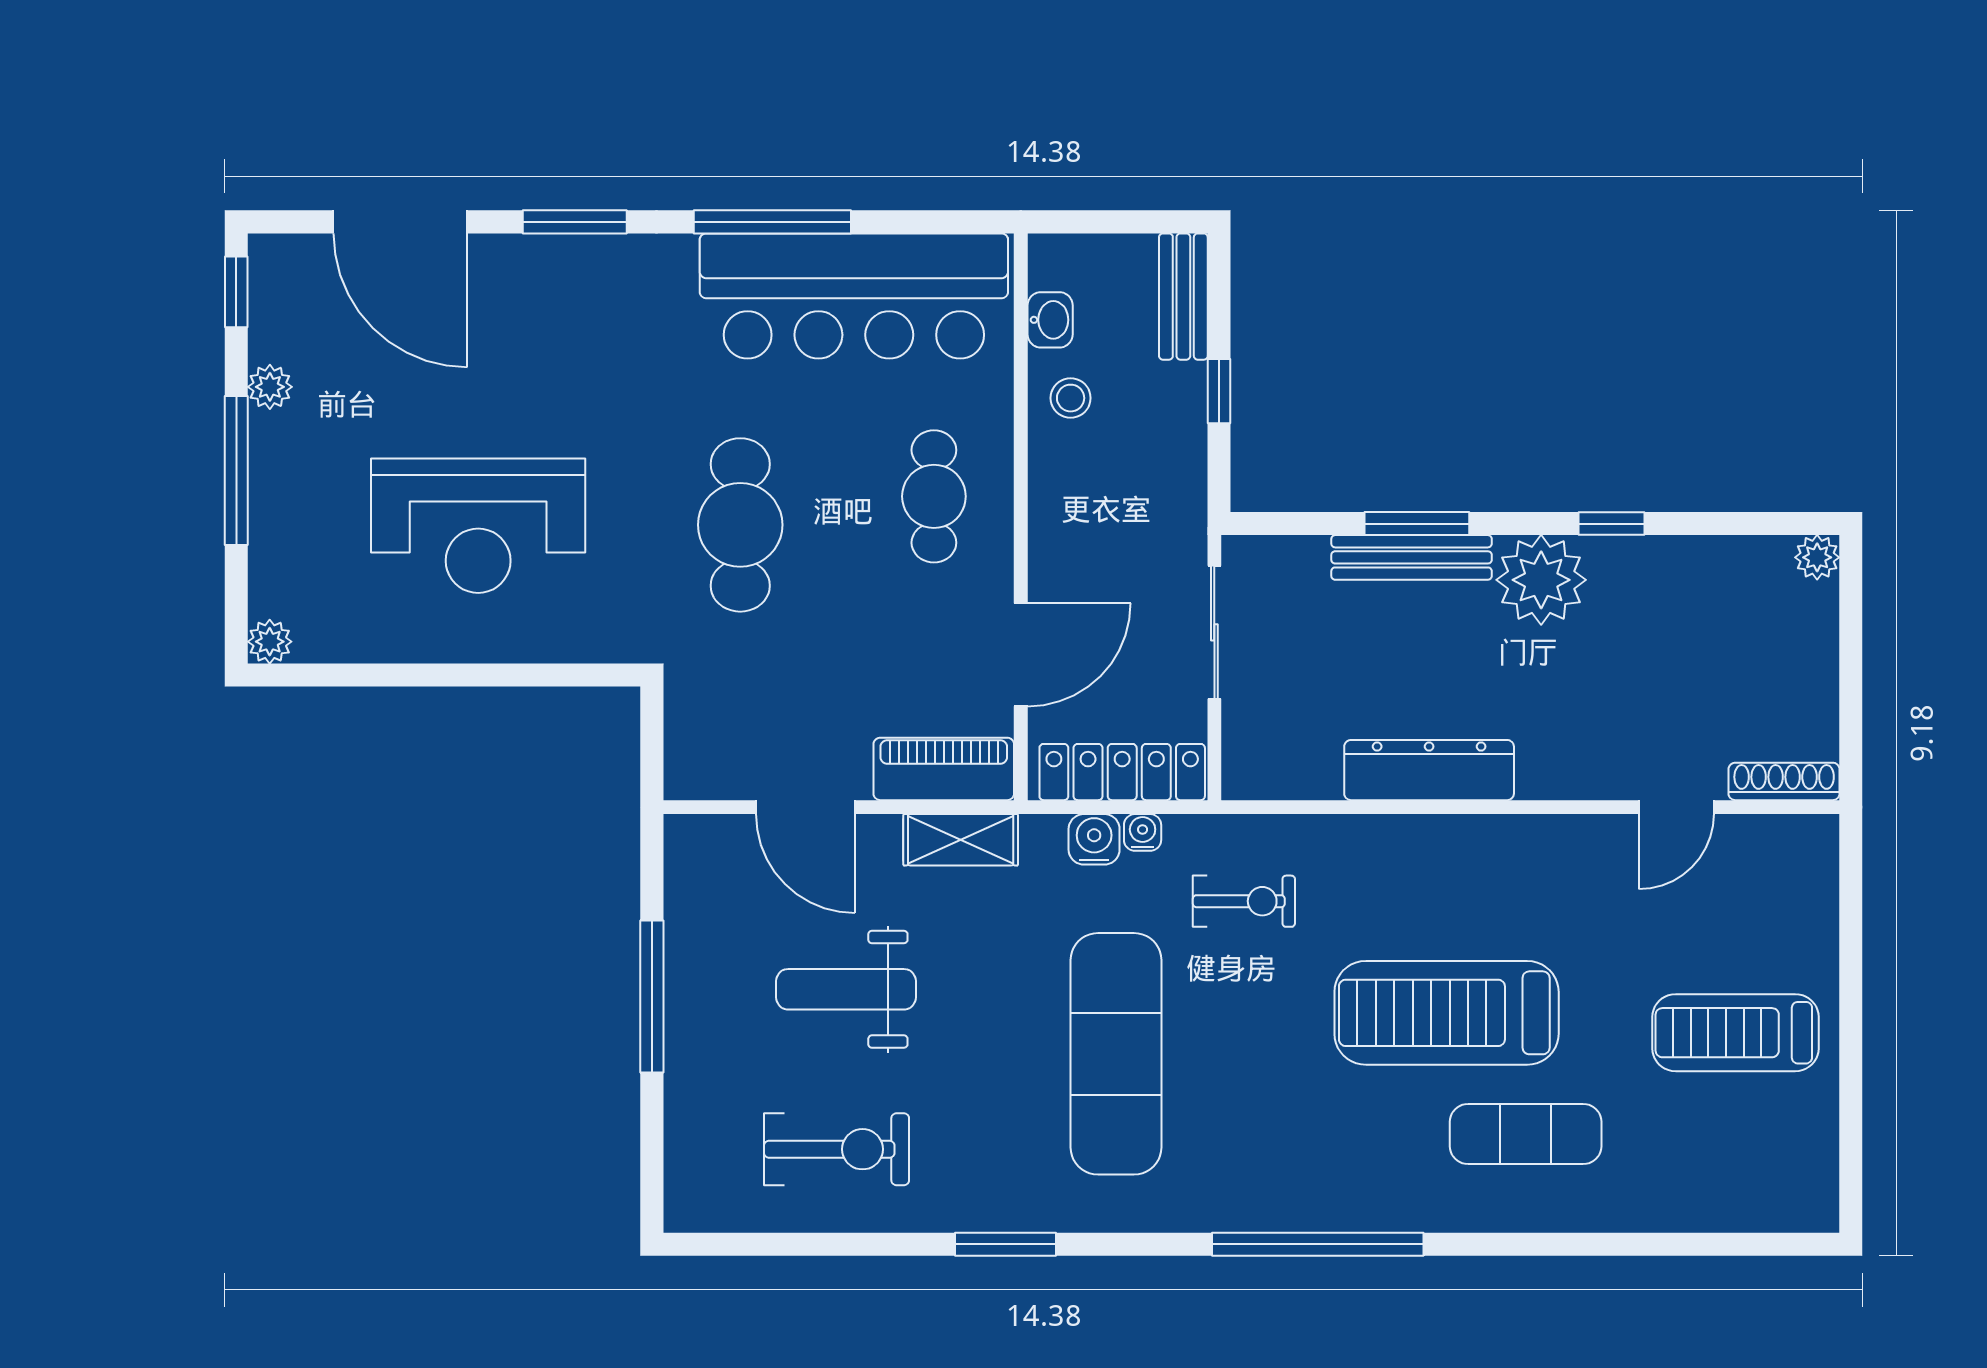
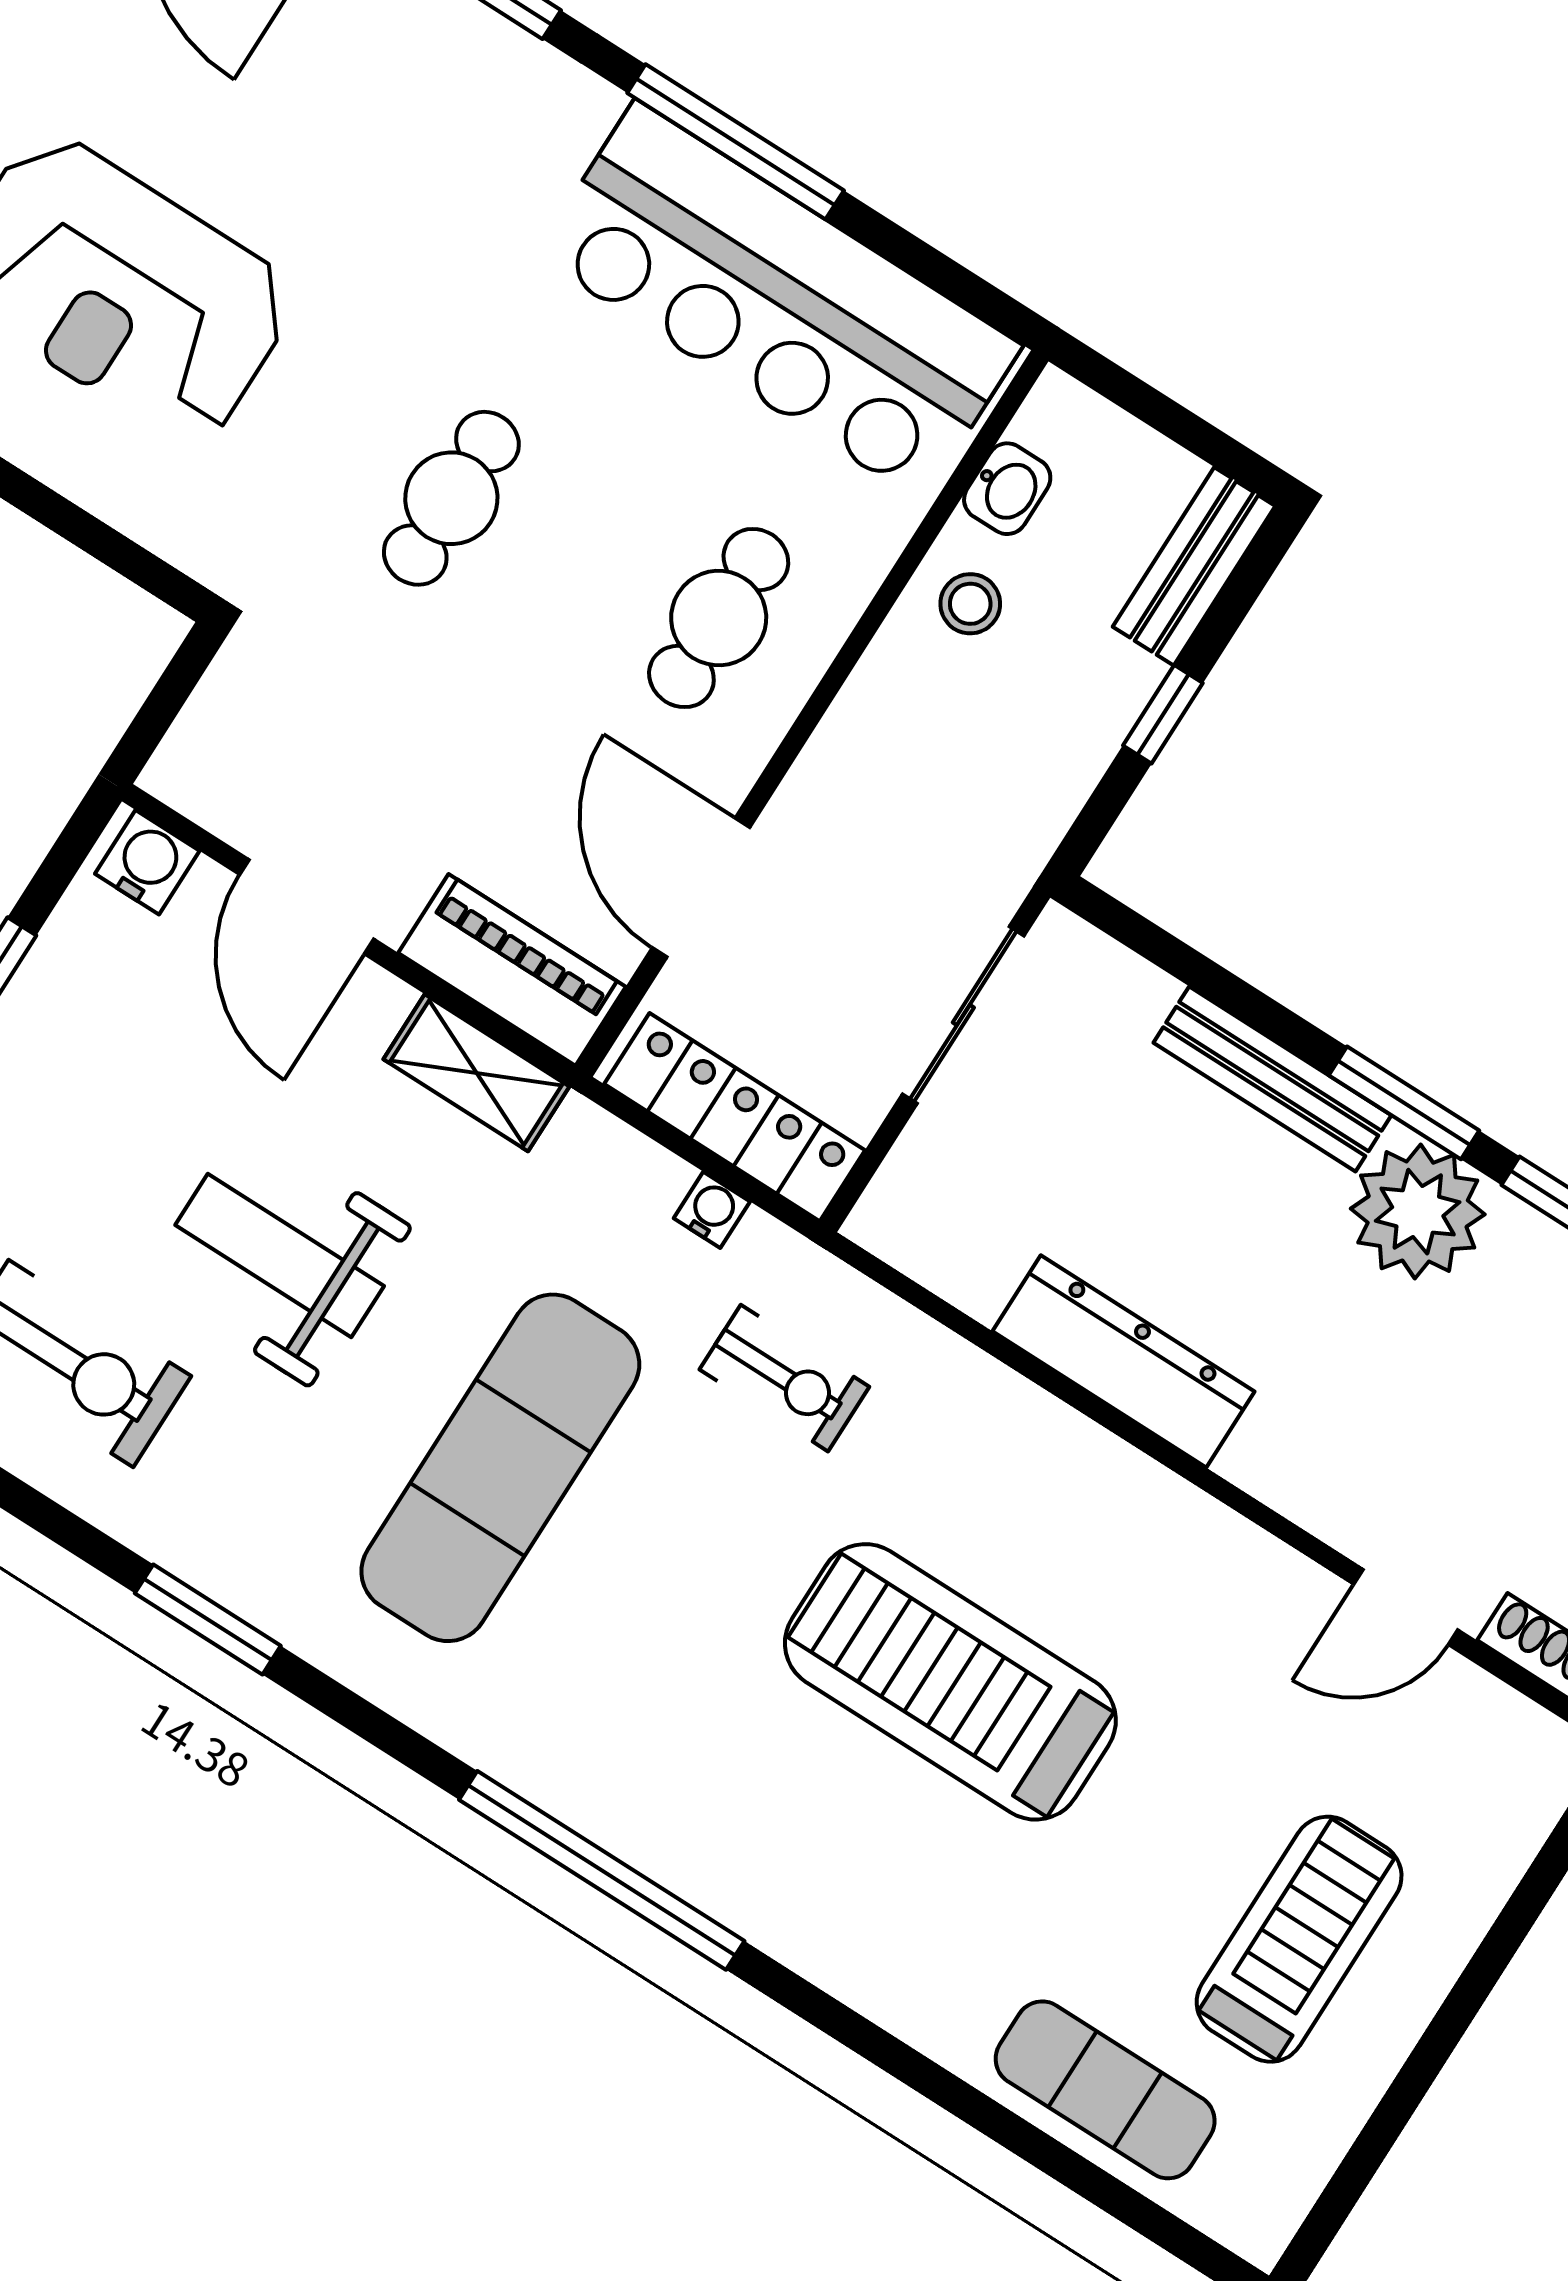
window: (1417, 524) -> (1404, 1103), moved
cafe table: (740, 525) -> (451, 498), width x0.73, depth x0.74
door: (1021, 655) -> (701, 888), swing flipped
water cooler: (1094, 839) -> (147, 862), moved
weight bench: (846, 989) -> (280, 1256), moved
treadmill: (1735, 1033) -> (1299, 1939), turned 90
exercise mat: (1526, 1134) -> (1105, 2090), moved

